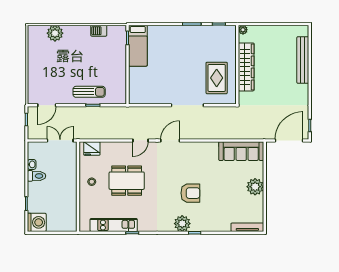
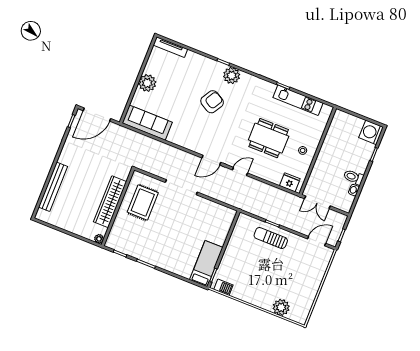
barbecue: (99, 31) -> (223, 287), moved
armchair: (190, 193) -> (212, 102), turned 120

